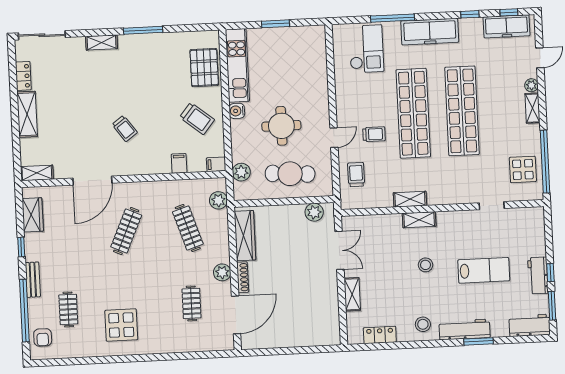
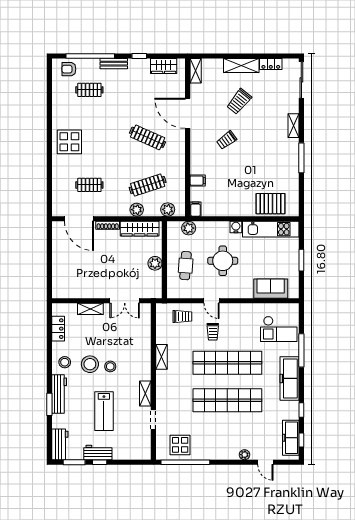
sofa: (314, 62) -> (271, 289), added
shelving: (532, 108) -> (227, 455), removed
trolley: (197, 118) -> (239, 101), moved
cafe table: (290, 174) -> (186, 266), width x0.73, depth x0.74
plant: (314, 212) -> (155, 263), moved
shelving: (419, 220) -> (145, 394), moved
plant: (222, 272) -> (137, 210), moved
stool: (424, 291) -> (90, 364), added
display table: (121, 325) -> (69, 142), moved

